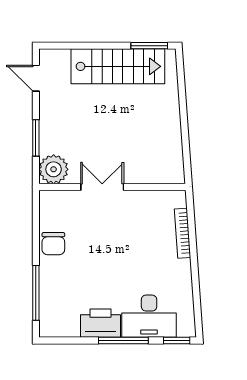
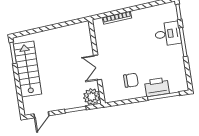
chair: (53, 244) -> (131, 80), moved
desk: (149, 316) -> (168, 34), width x0.73
printer: (100, 323) -> (157, 87), moved, turned 90

